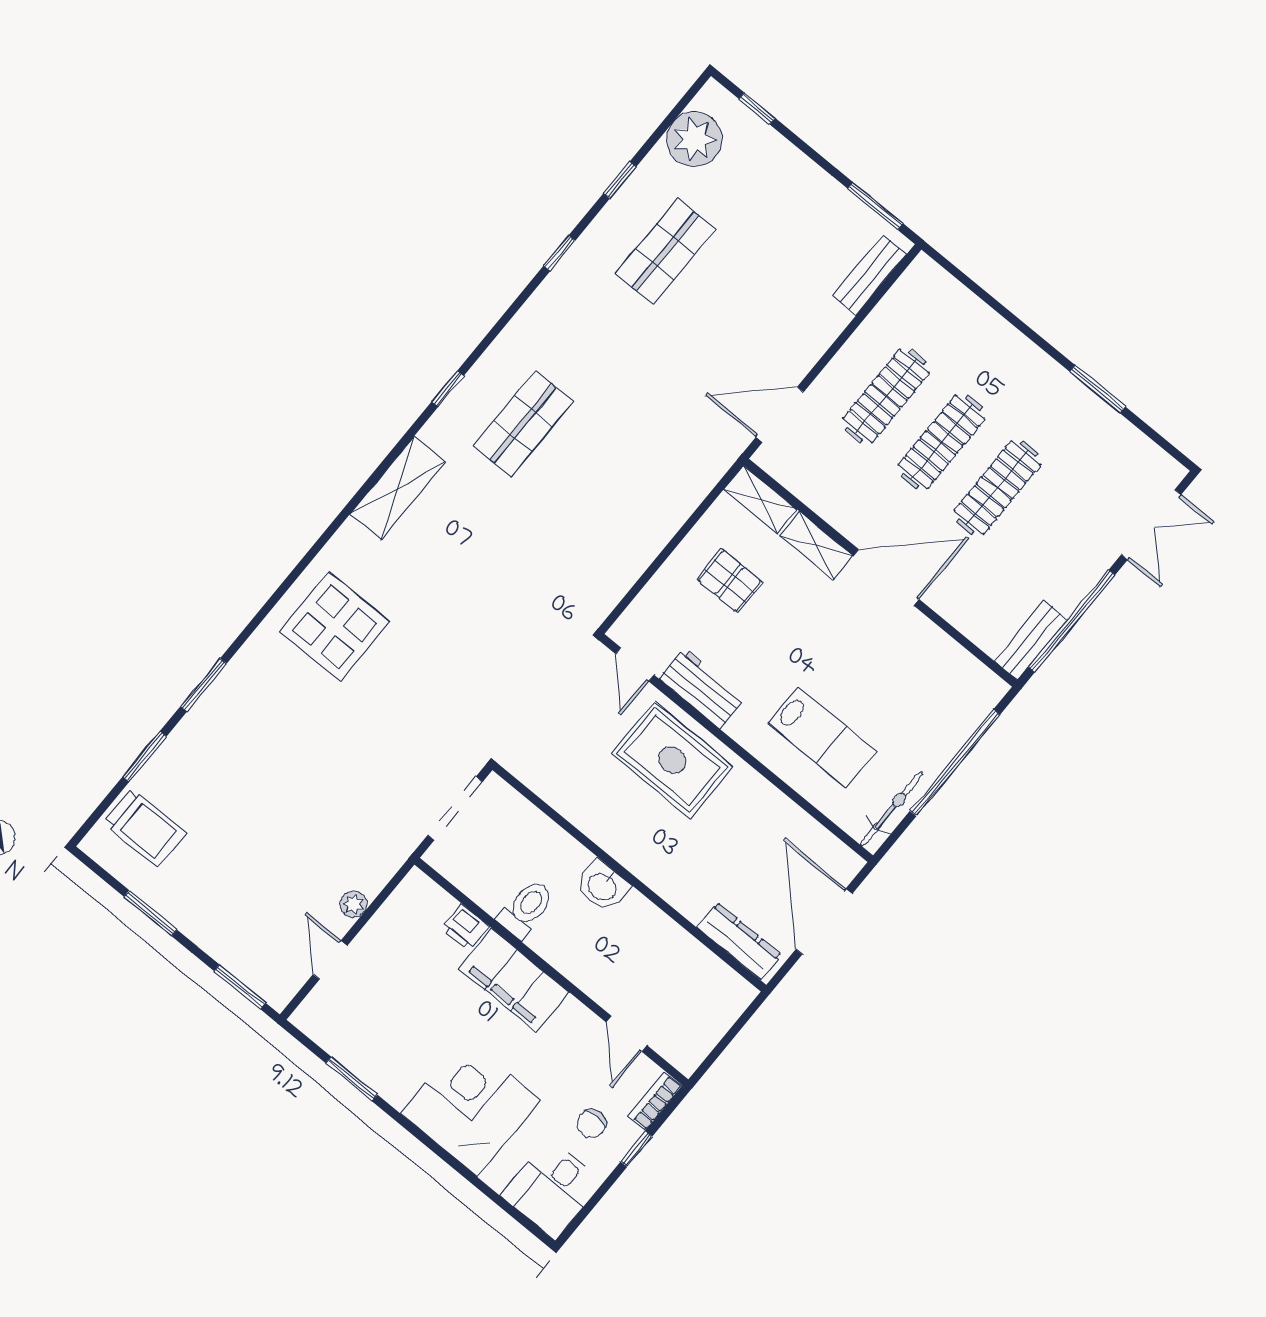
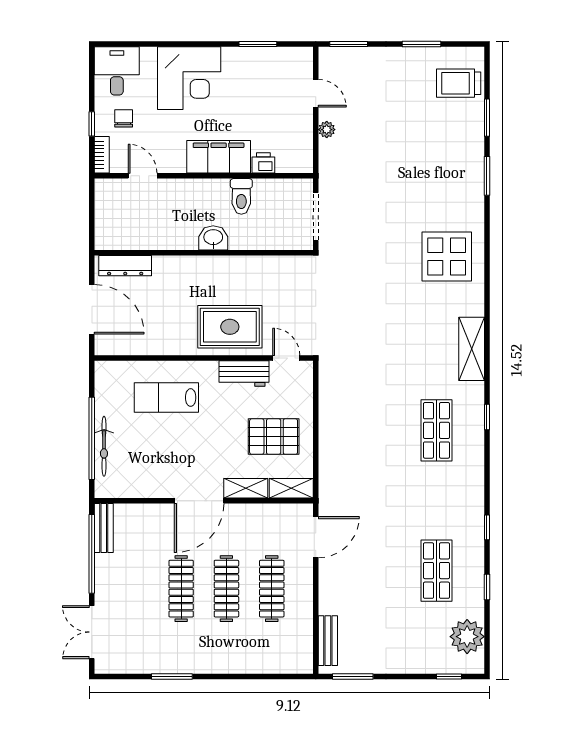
pallet: (730, 581) -> (274, 437), width x1.50, depth x1.42
bicycle: (892, 809) -> (104, 446), moved

